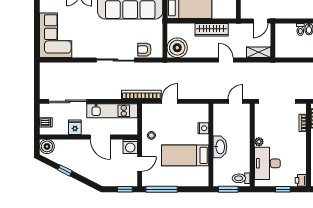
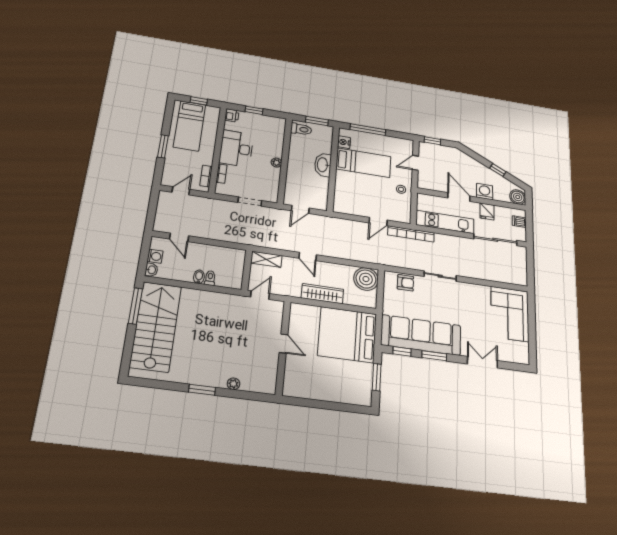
sliding door: (115, 60) -> (440, 276), width x0.73
doorway: (277, 101) -> (250, 202), width x0.53
nightstand: (203, 128) -> (344, 142), moved
washing machine: (130, 146) -> (485, 192), moved
desk: (267, 163) -> (236, 148), moved, turned 180
window: (162, 189) -> (368, 130), moved

